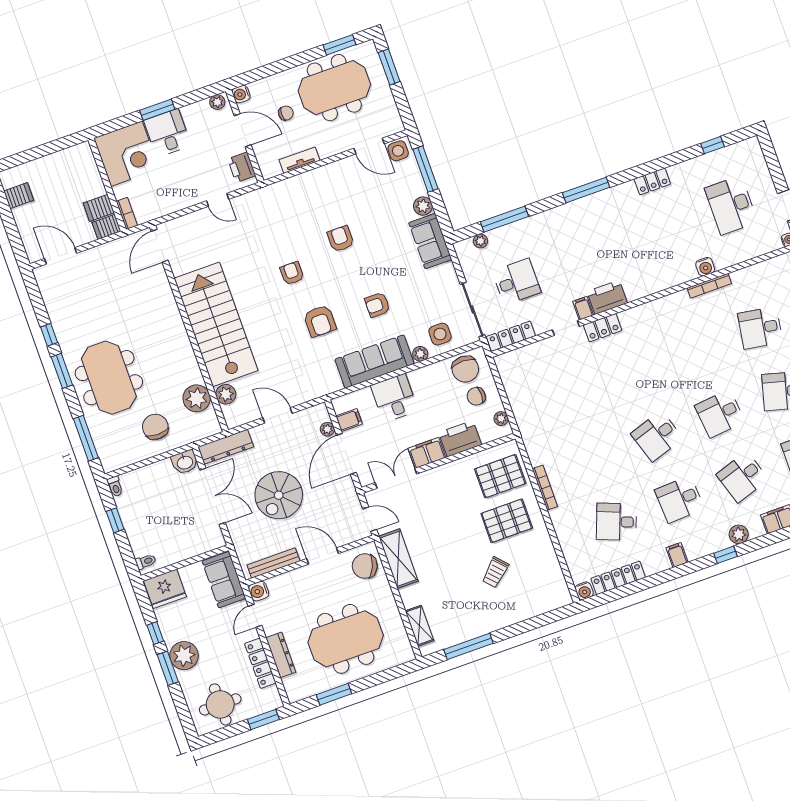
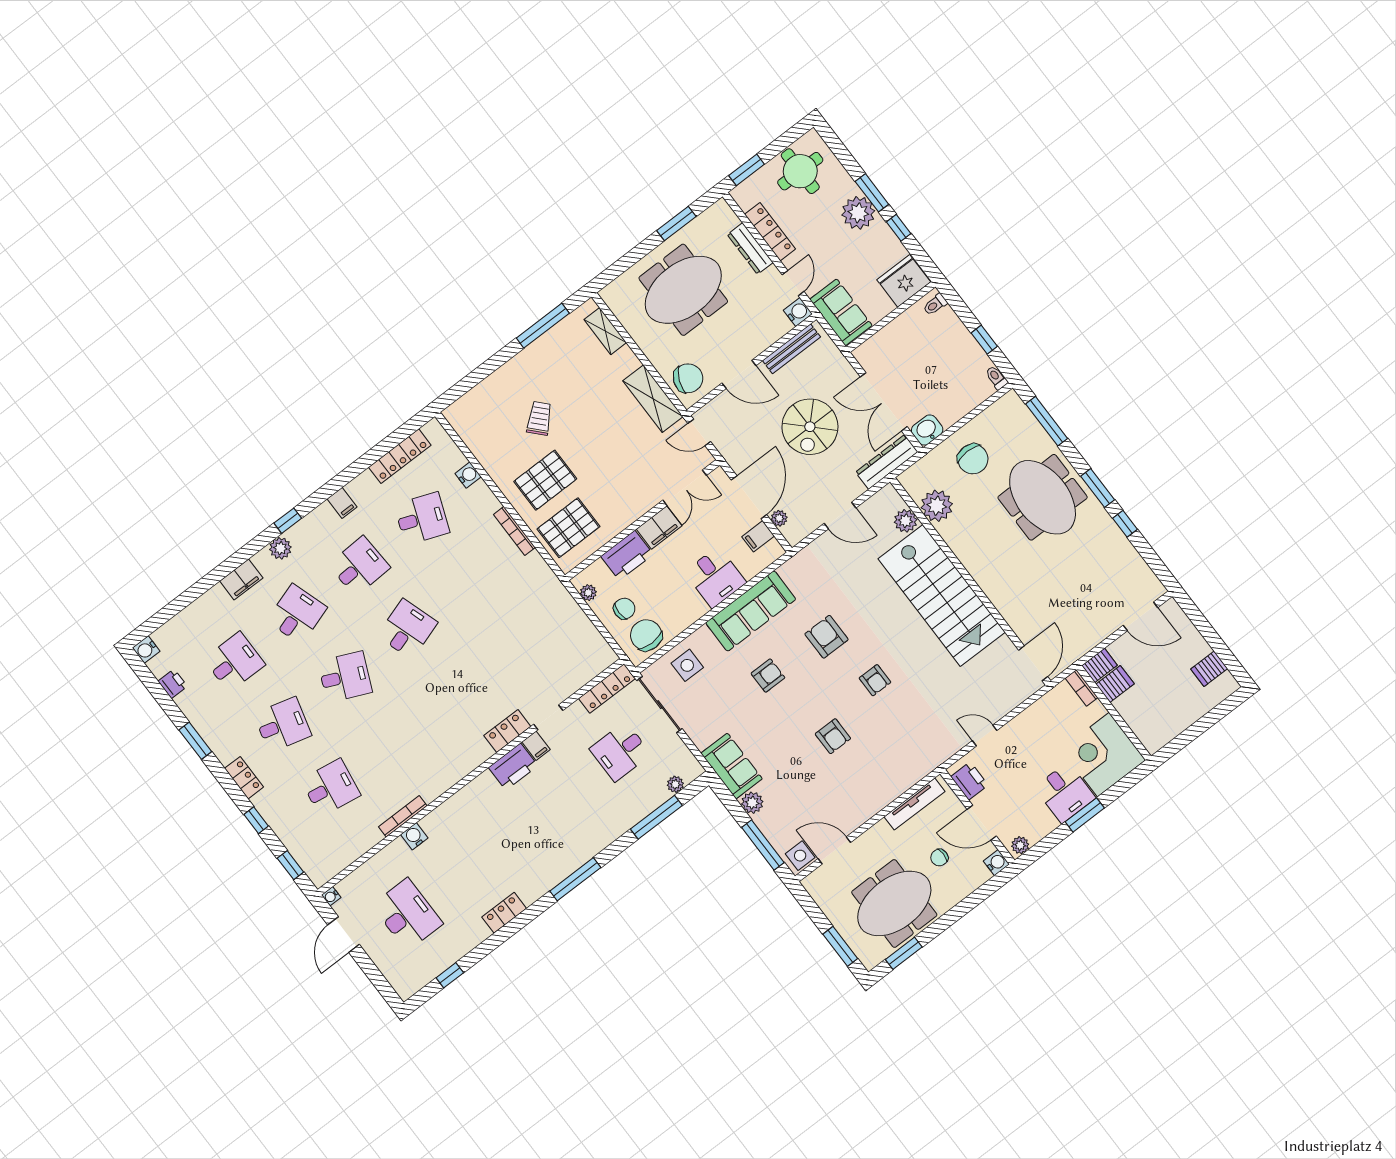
tv unit: (300, 160) -> (914, 804), width x1.41
plant: (420, 354) -> (702, 636), removed
desk: (720, 414) -> (345, 677), turned 30
spiral stairs: (279, 495) -> (810, 427), turned 180
water cooler: (584, 591) -> (468, 475), moved, turned 90

